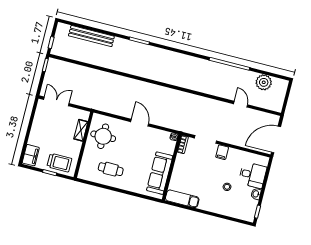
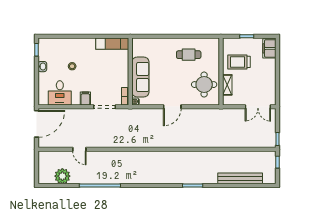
door: (140, 123) -> (172, 107), hinge flipped
trolley: (59, 163) -> (239, 62), moved
sofa: (160, 173) -> (140, 77), moved
desk: (253, 175) -> (60, 93), moved, turned -90

